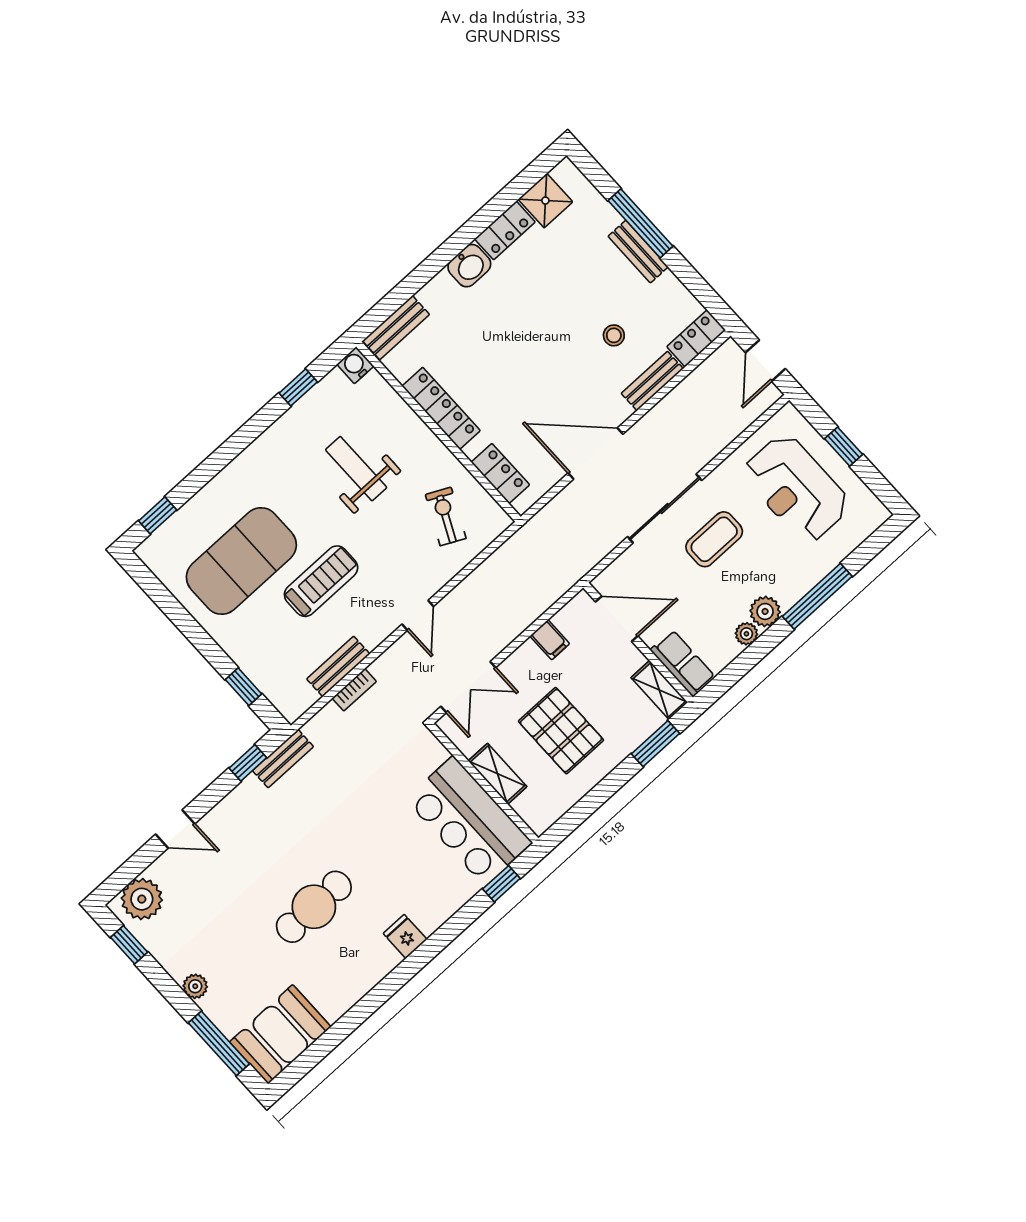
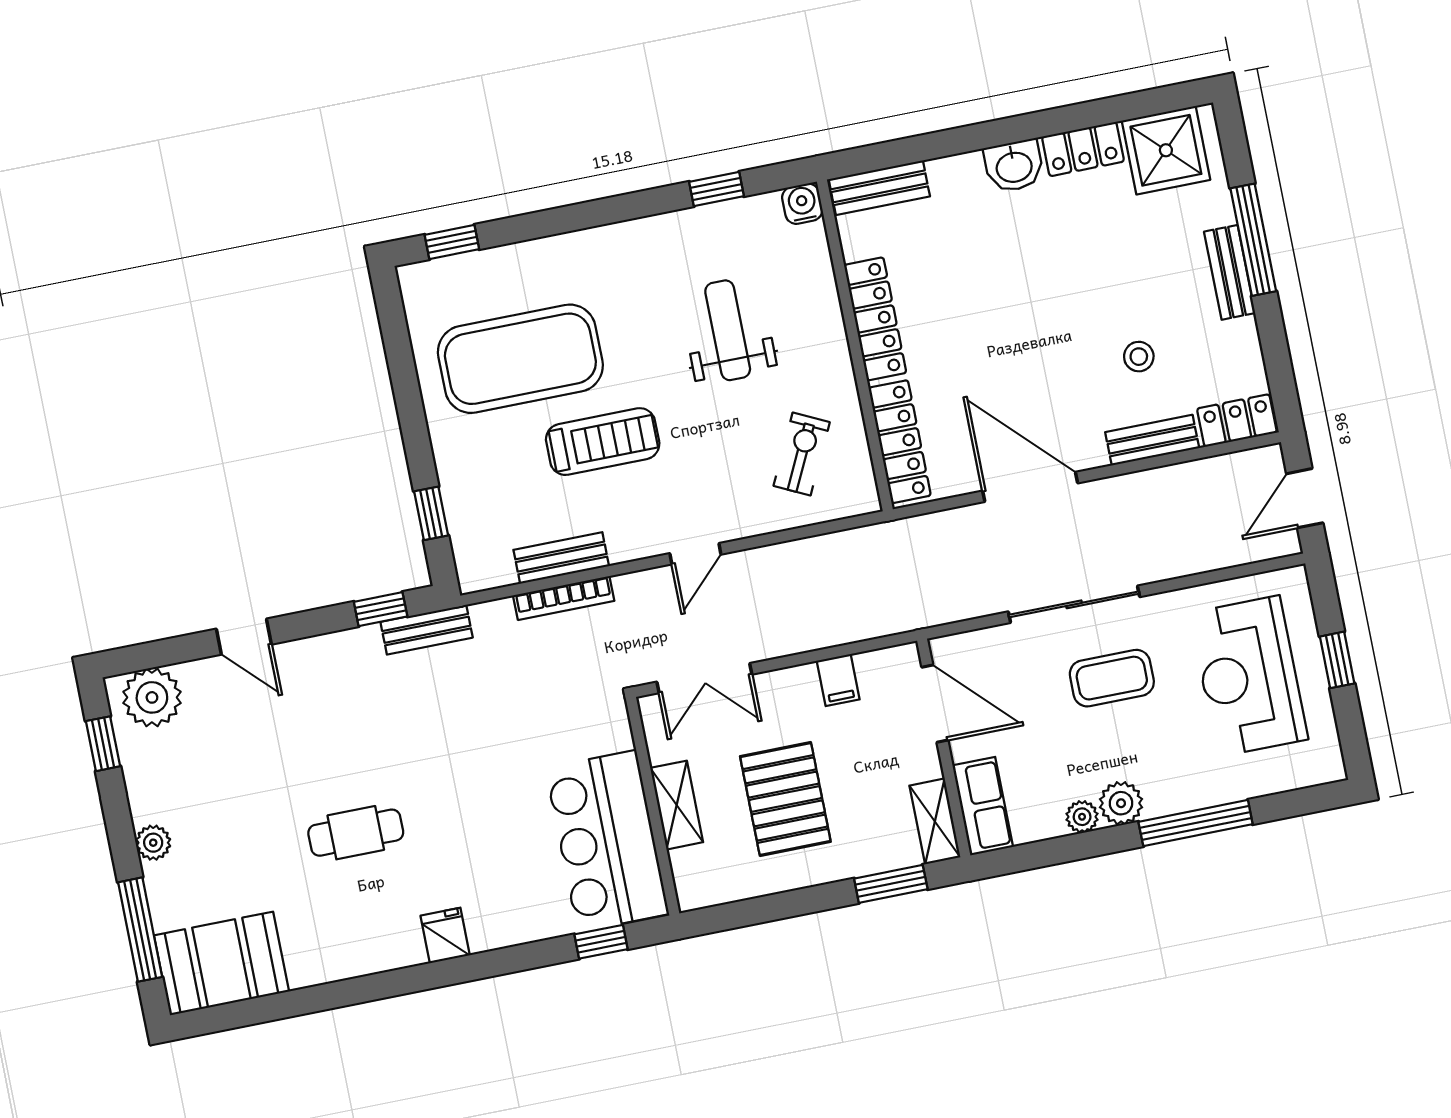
shower: (545, 201) -> (1166, 150), width x1.36, depth x1.36
locker: (500, 474) -> (900, 442), width x1.53
bookcase: (354, 690) -> (564, 598), width x1.56
cafe table: (314, 907) -> (356, 833), width x0.73, depth x0.74

